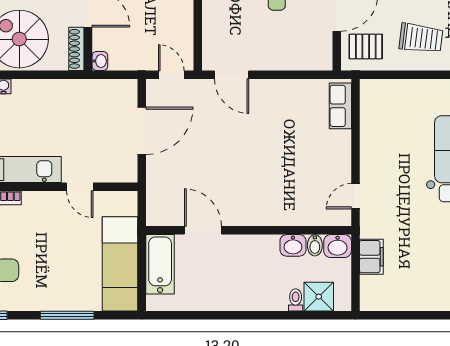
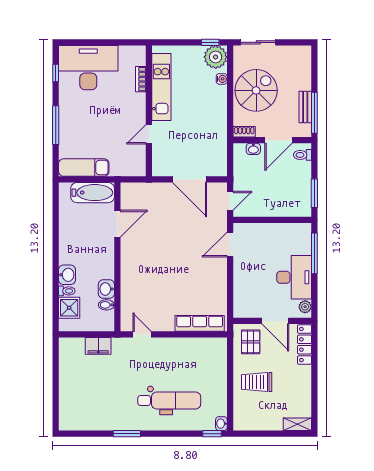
trolley: (421, 38) -> (257, 382), turned 83
shoe rack: (76, 49) -> (244, 132), width x0.70
washbasin: (100, 61) -> (253, 149), moved
row of seats: (340, 106) -> (200, 323), width x1.48
washbasin: (338, 246) -> (67, 275), moved, turned 180
exam couch: (120, 264) -> (84, 168), width x0.73, depth x0.69

